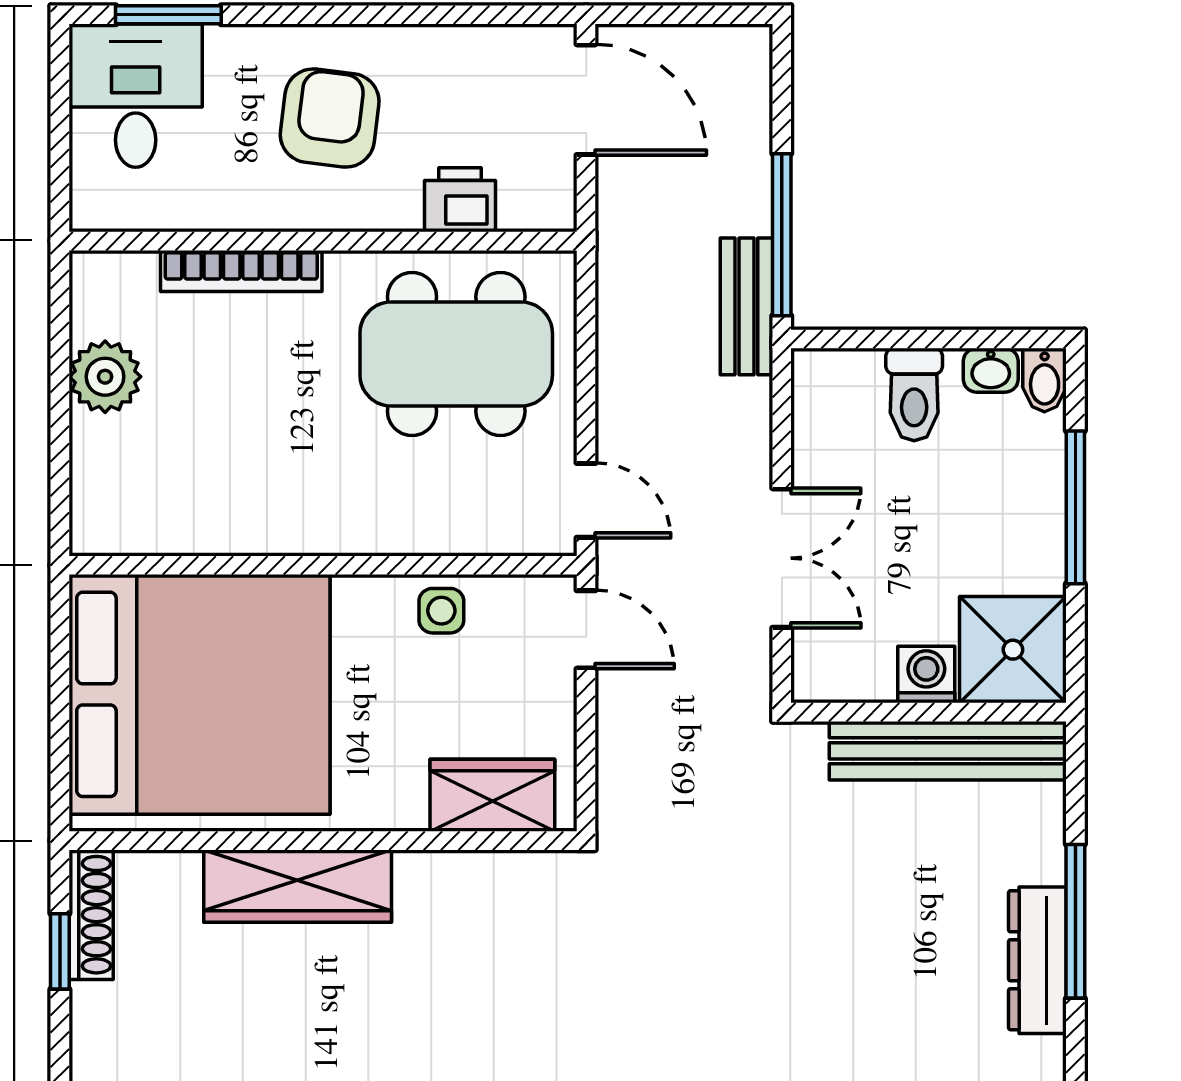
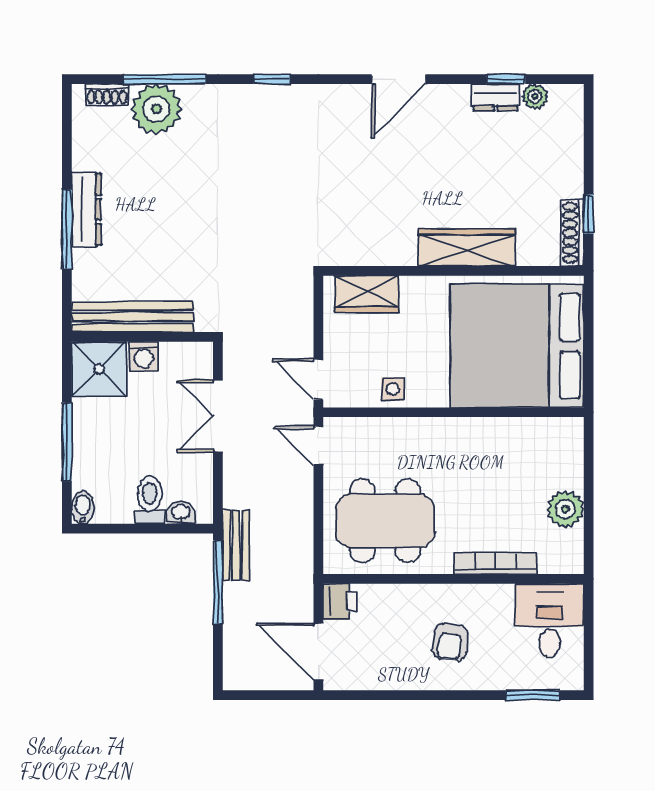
desk: (136, 96) -> (550, 620), moved, turned 180
armchair: (330, 118) -> (450, 642), width x0.72, depth x0.72
printer: (460, 200) -> (340, 602), moved, turned -90
washbasin: (991, 370) -> (181, 512), moved

